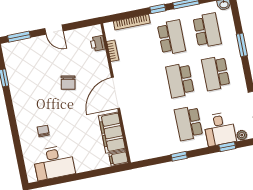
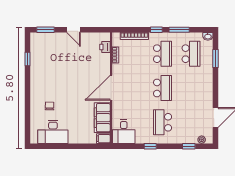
window: (242, 45) -> (216, 59), moved
school desk: (216, 73) -> (191, 88), removed
school desk: (180, 80) -> (163, 88), turned 180
chair: (68, 83) -> (76, 73), removed
desk: (220, 129) -> (124, 132), moved

